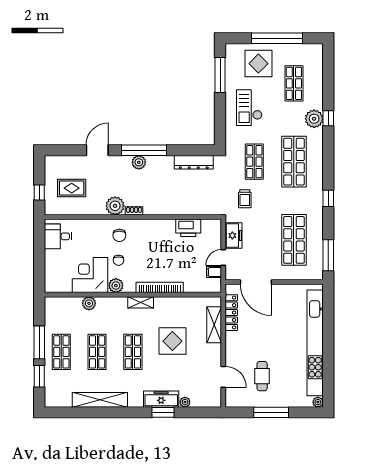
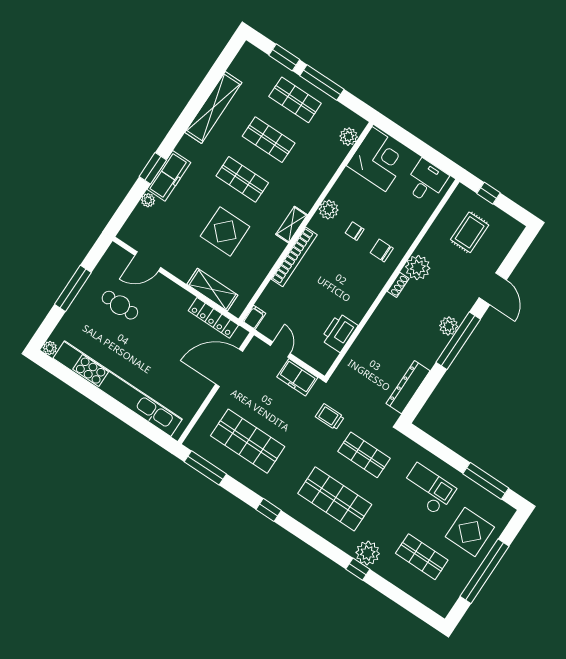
filing cabinet: (214, 272) -> (254, 317), moved
corner desk: (90, 275) -> (379, 159), moved
plant: (89, 303) -> (349, 137), moved

